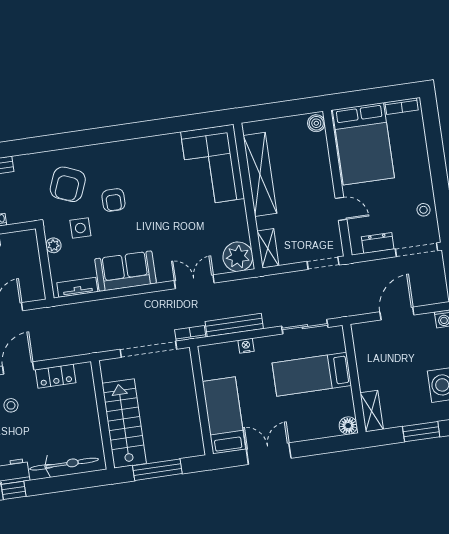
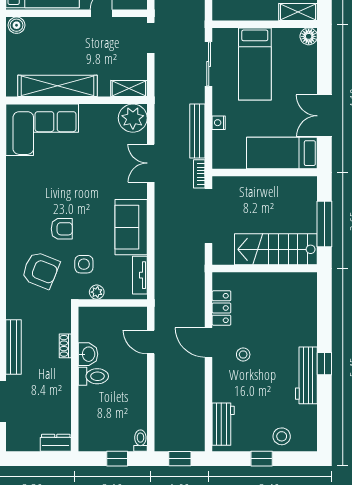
bicycle: (64, 464) -> (306, 312), removed

